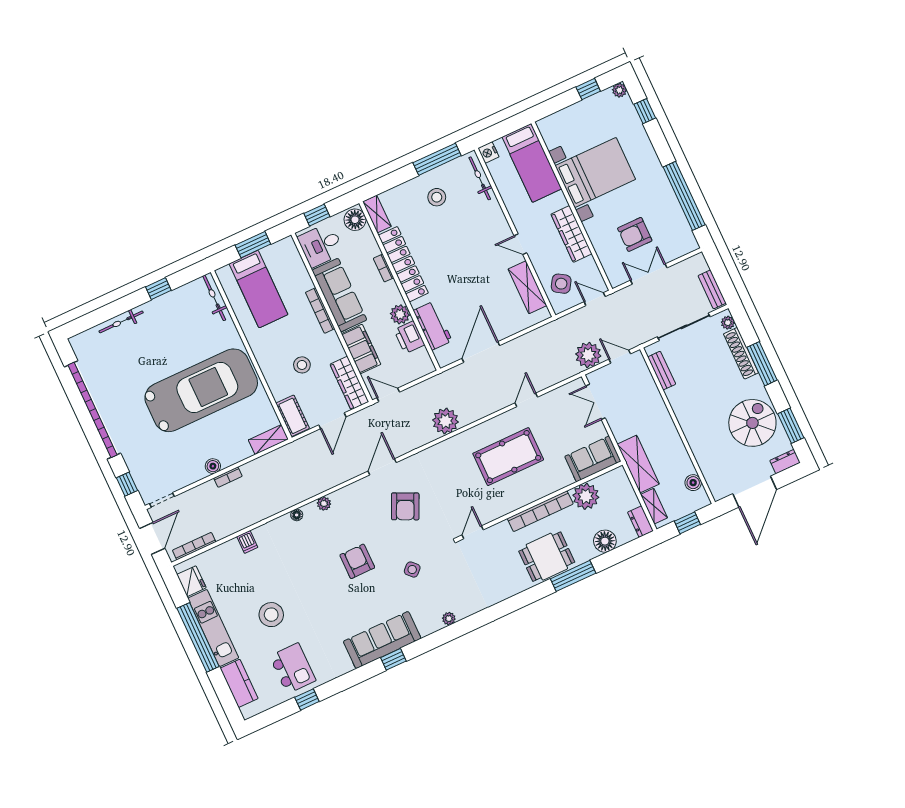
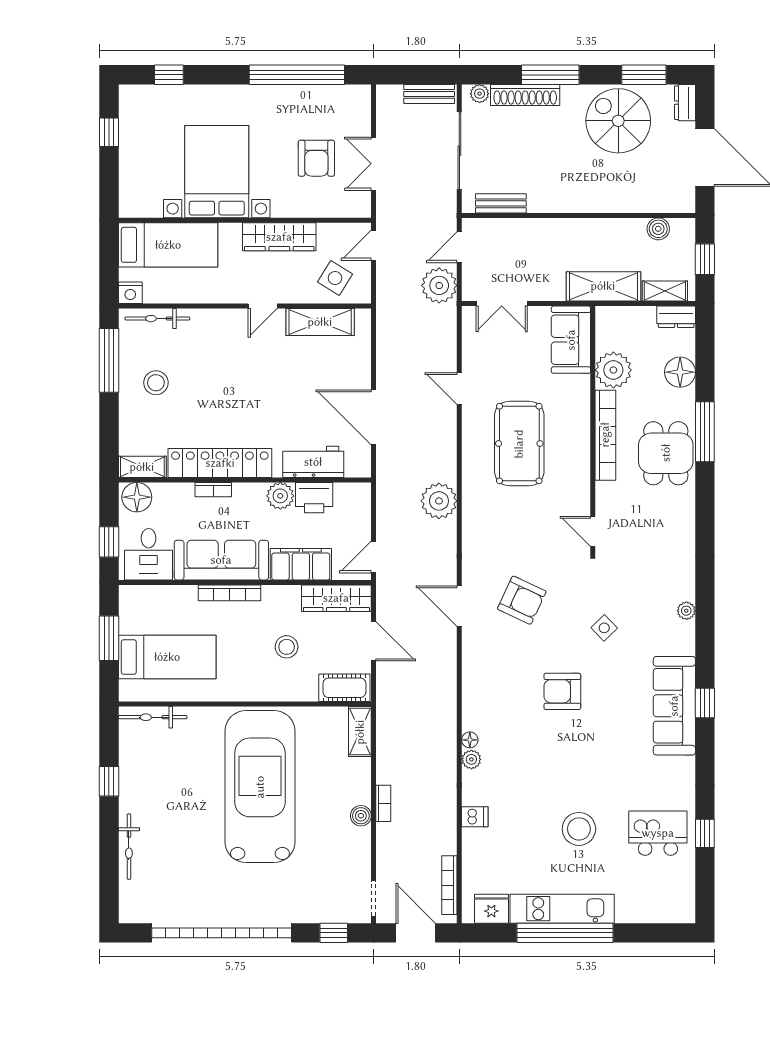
plant: (619, 90) -> (128, 94), removed
plant: (324, 504) -> (471, 759), moved
kitchen counter: (239, 683) -> (646, 908), removed

